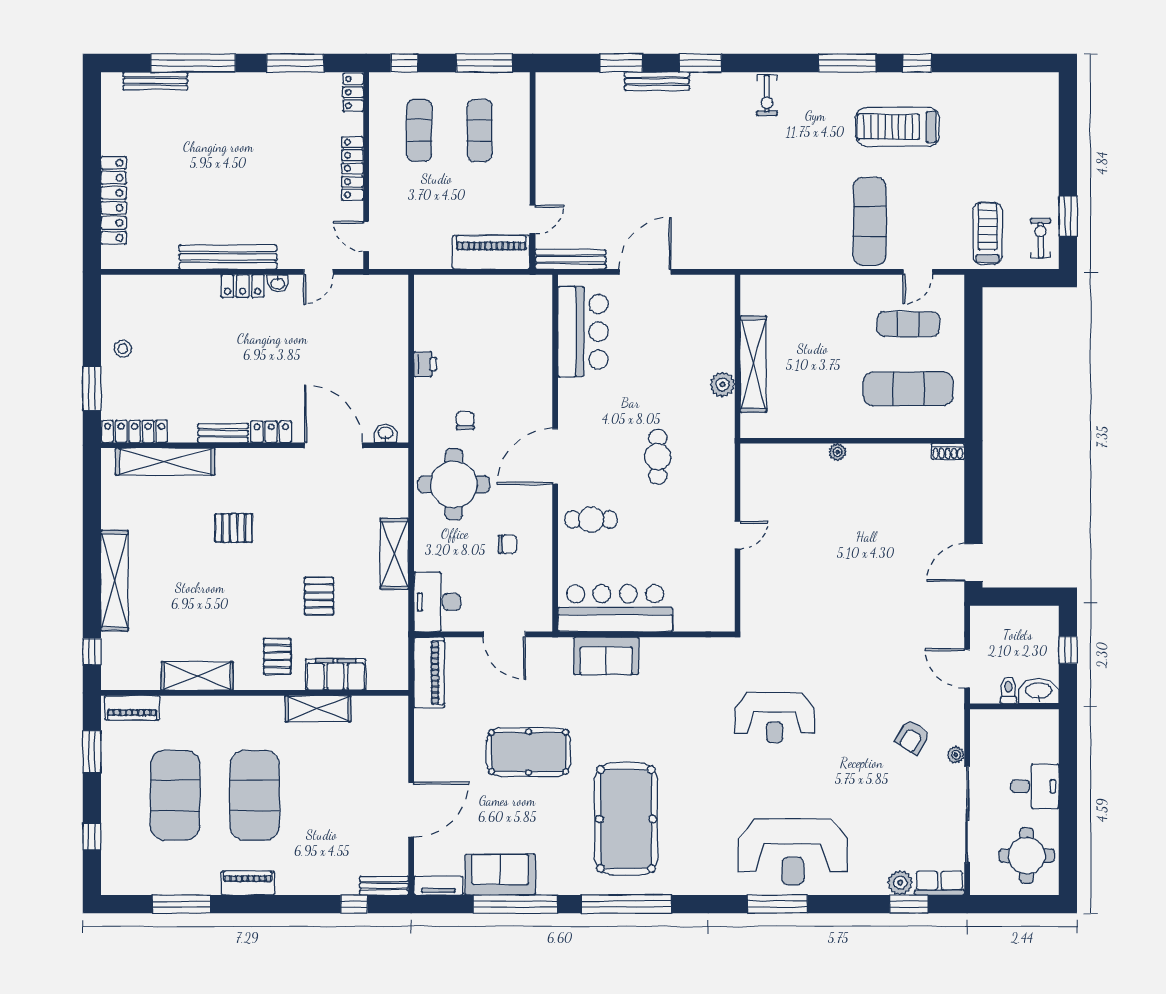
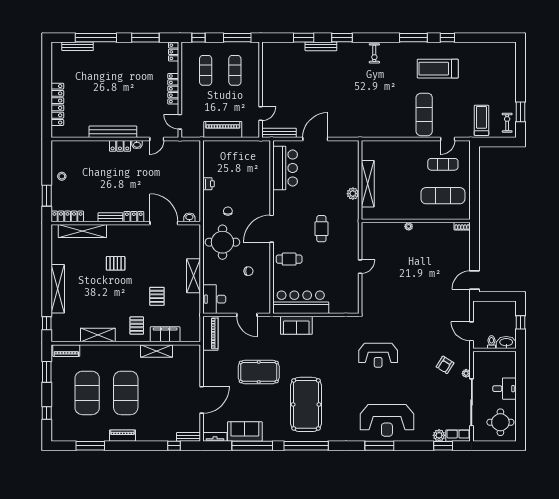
piano: (491, 252) -> (223, 130), moved

